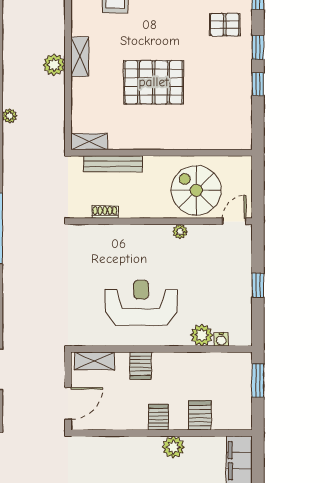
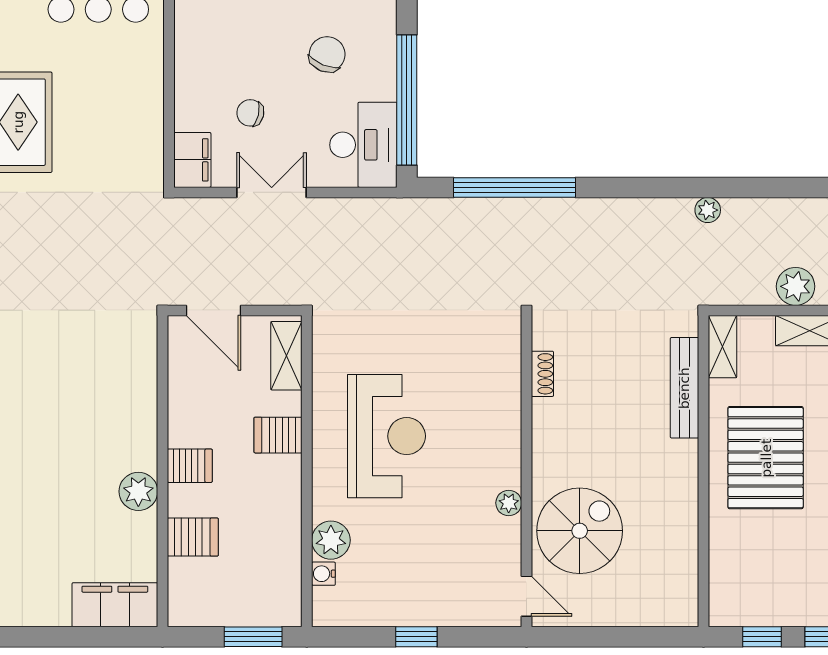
shelving: (89, 142) -> (723, 347), moved
wall: (161, 153) -> (704, 471), moved
bench: (113, 164) -> (684, 388), moved

